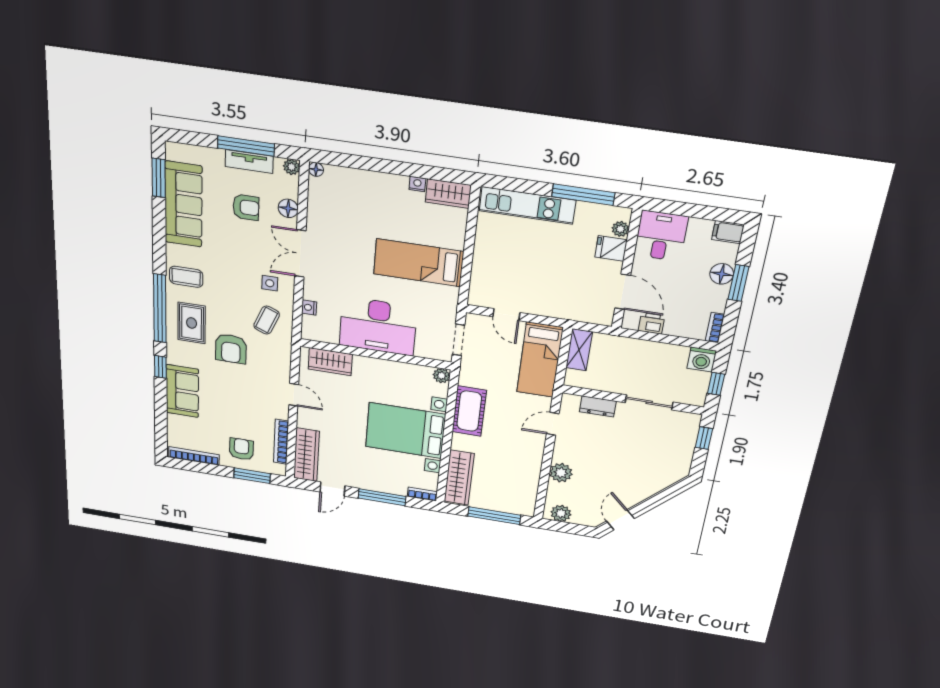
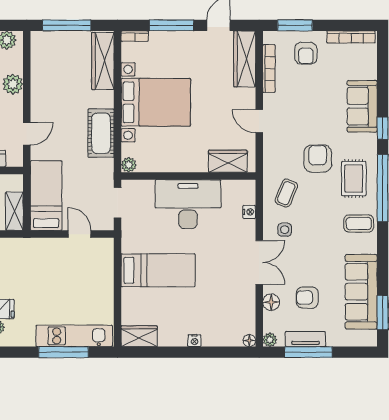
nightstand: (417, 184) -> (194, 341), moved
window: (583, 195) -> (64, 352), moved

